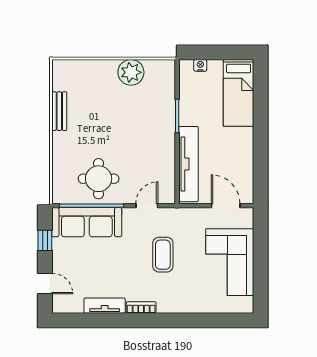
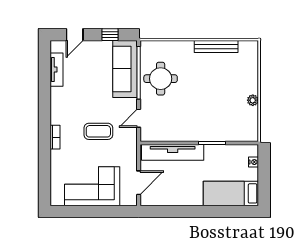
plant: (131, 72) -> (253, 100), width x0.53, depth x0.53
bench: (59, 111) -> (216, 46), width x1.36
door: (147, 206) -> (139, 118), swing flipped
tv unit: (105, 306) -> (57, 70), moved
bookcase: (141, 308) -> (55, 137), moved

